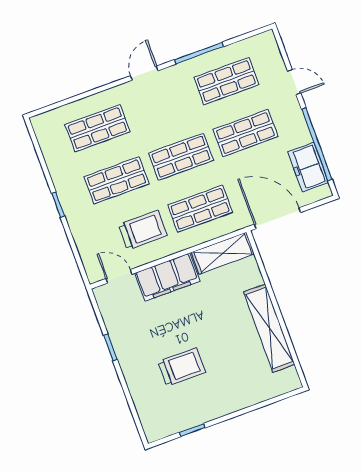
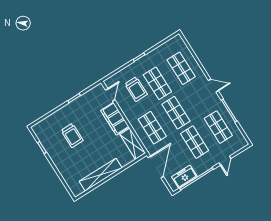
trolley: (143, 230) -> (136, 89), moved

